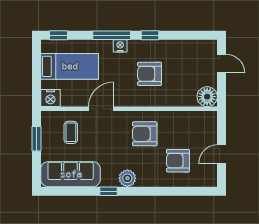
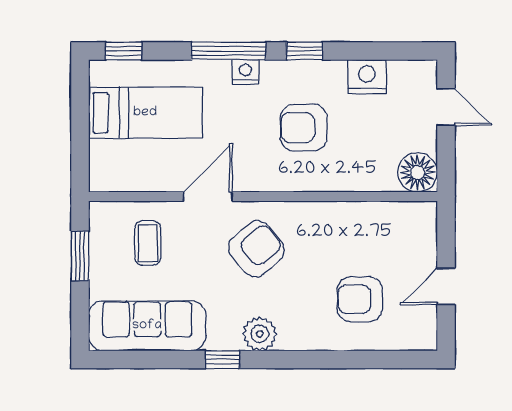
nightstand: (50, 98) -> (367, 77), moved, turned 180
armchair: (145, 134) -> (256, 249), moved, turned 140

